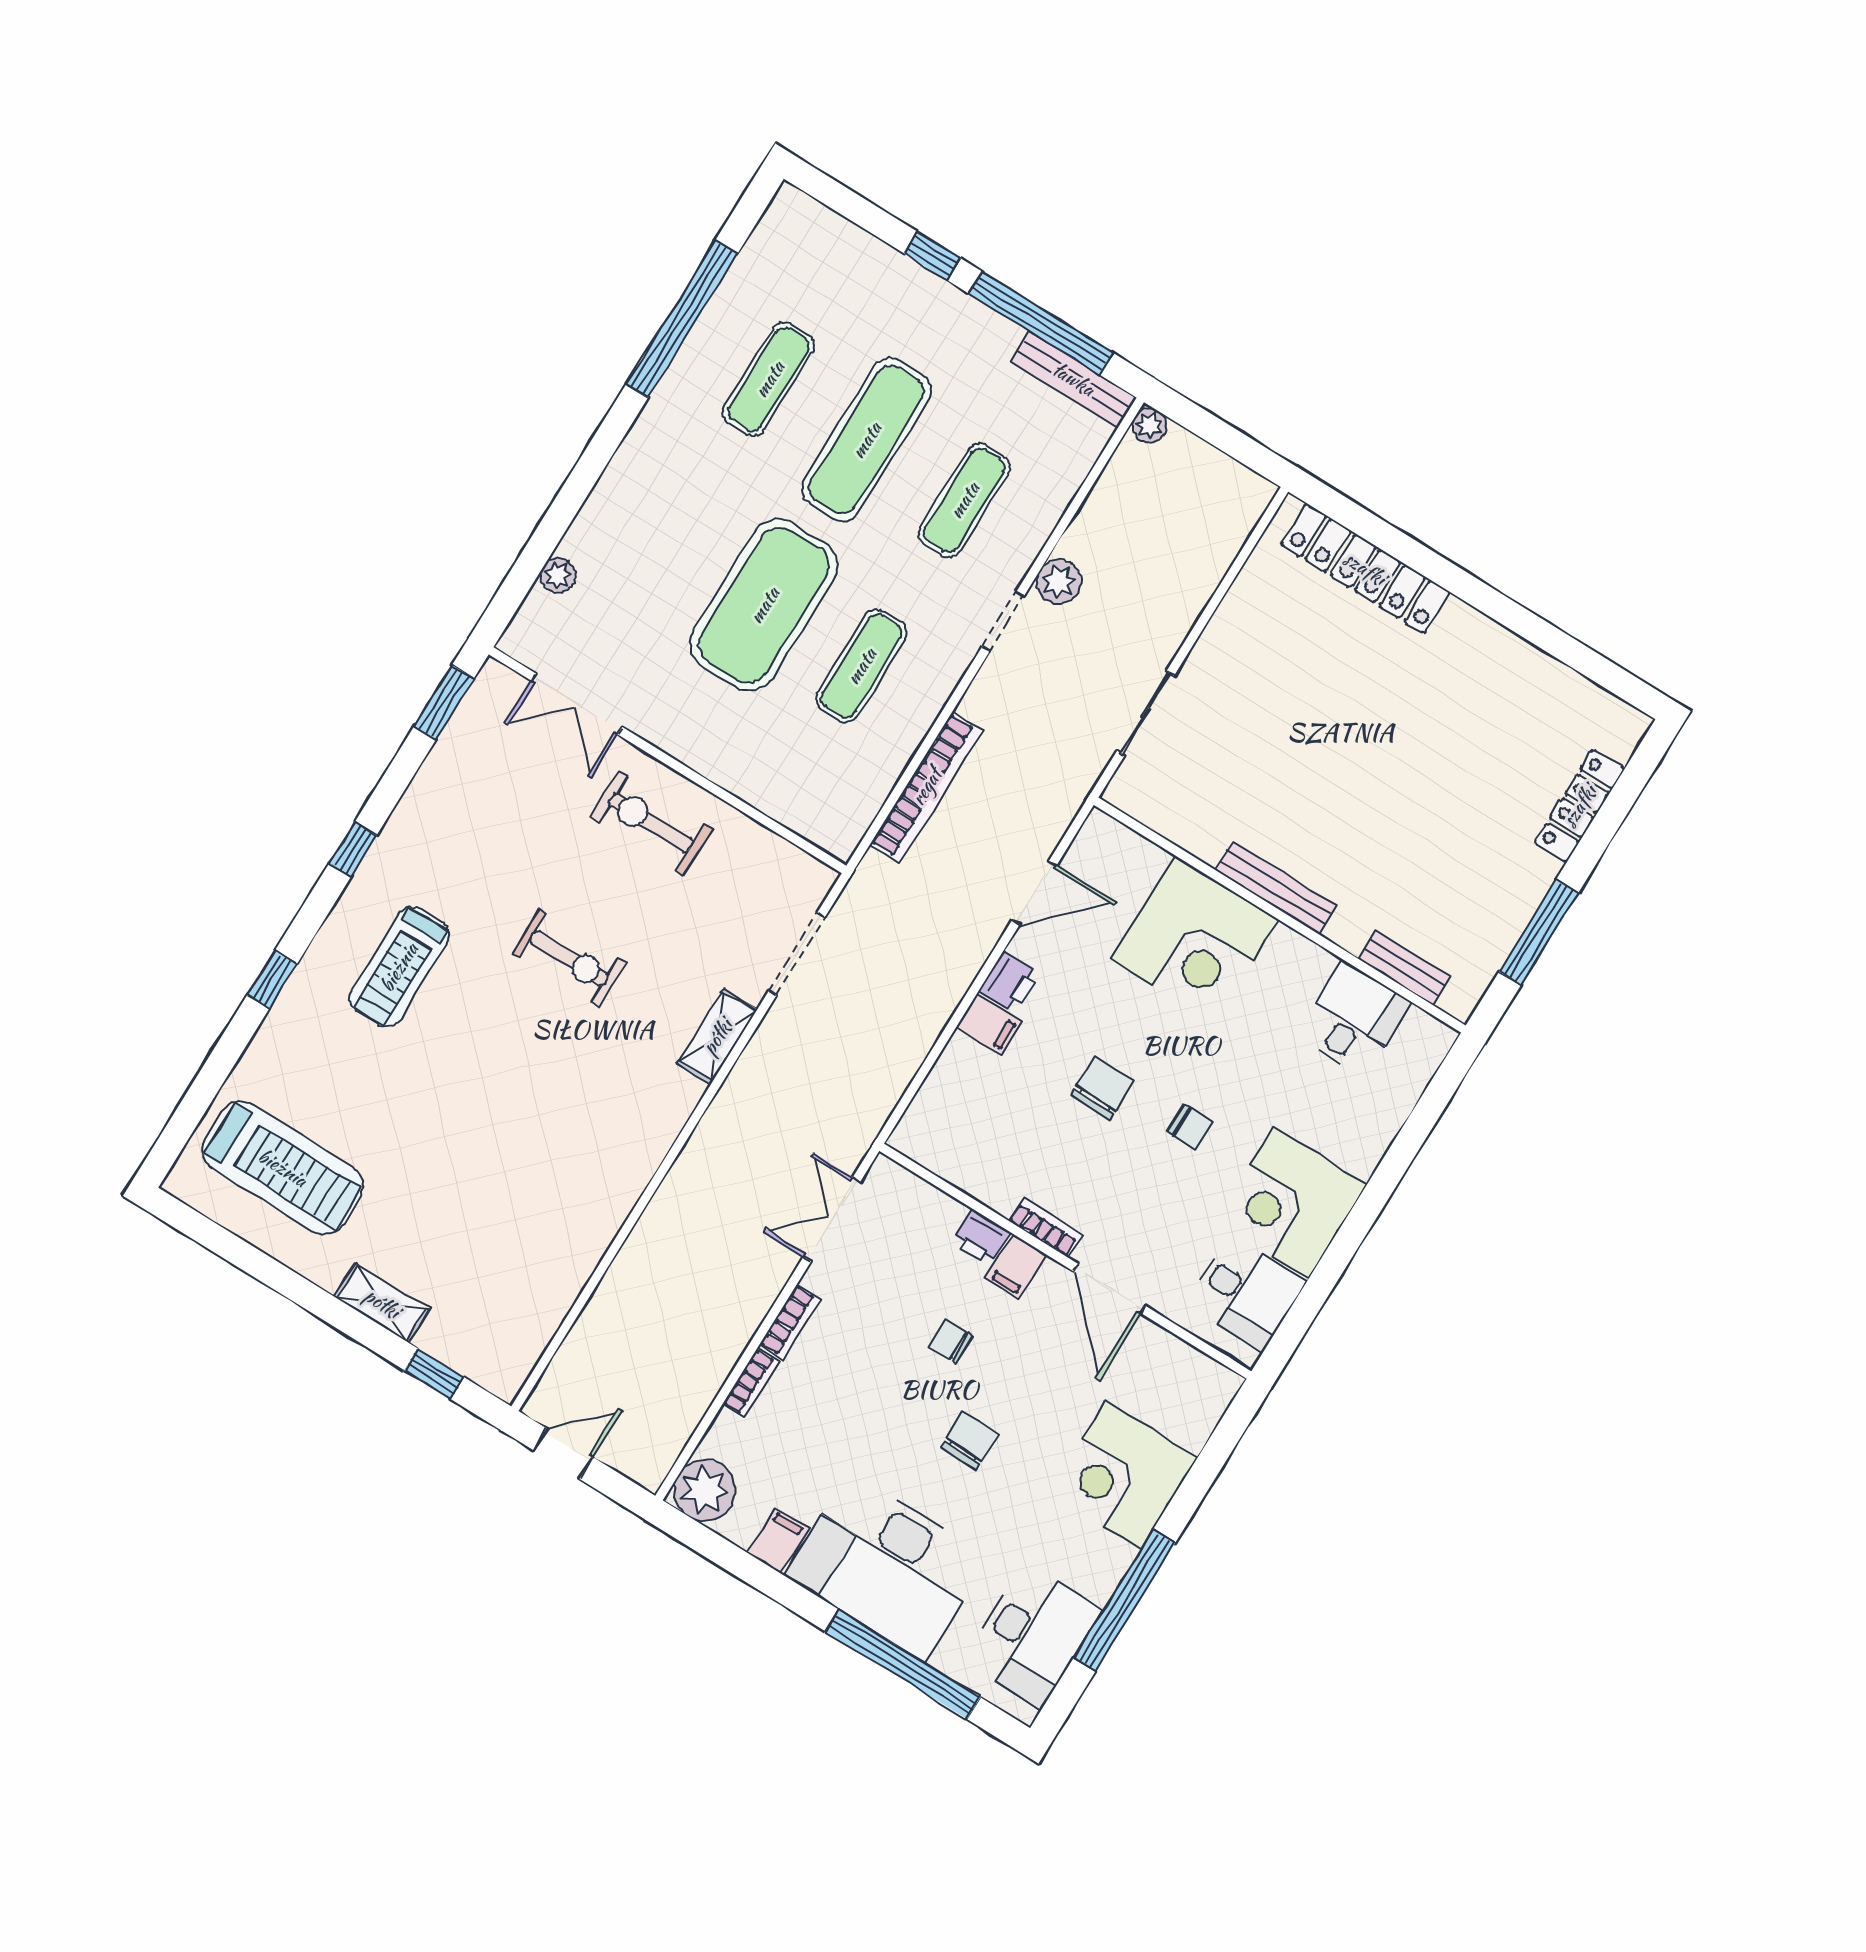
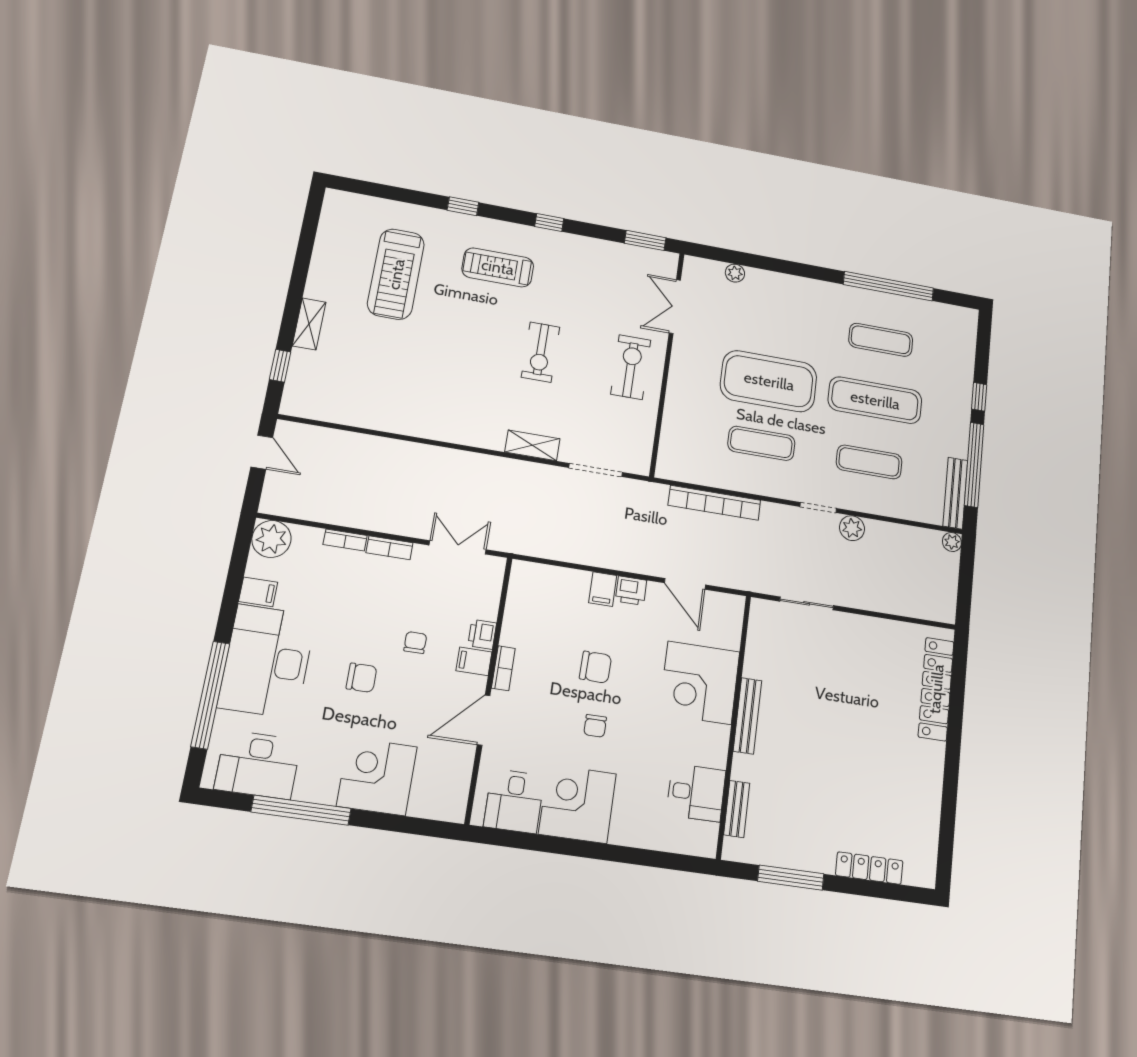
treadmill: (283, 1168) -> (396, 274), moved

